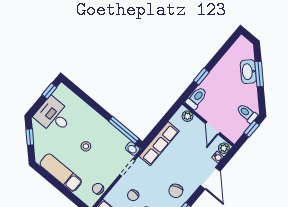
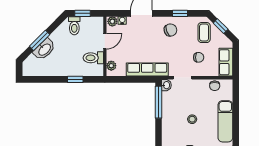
toilet: (196, 98) -> (93, 58), moved

